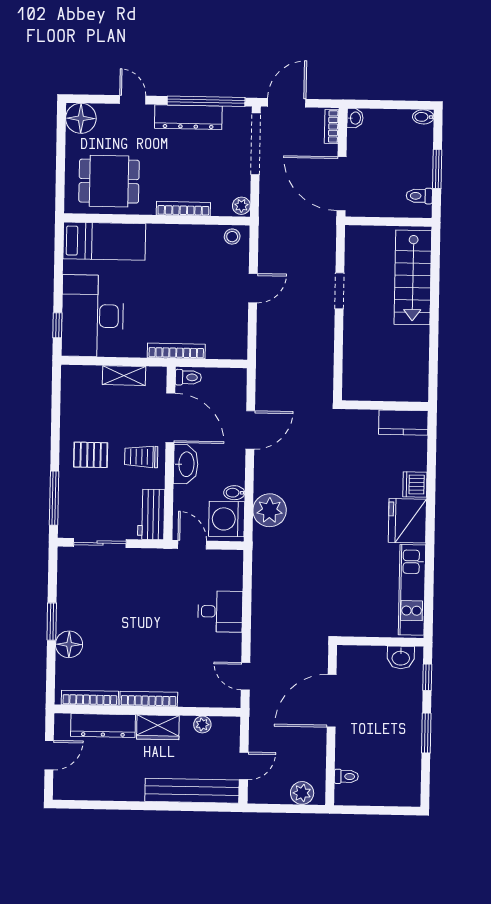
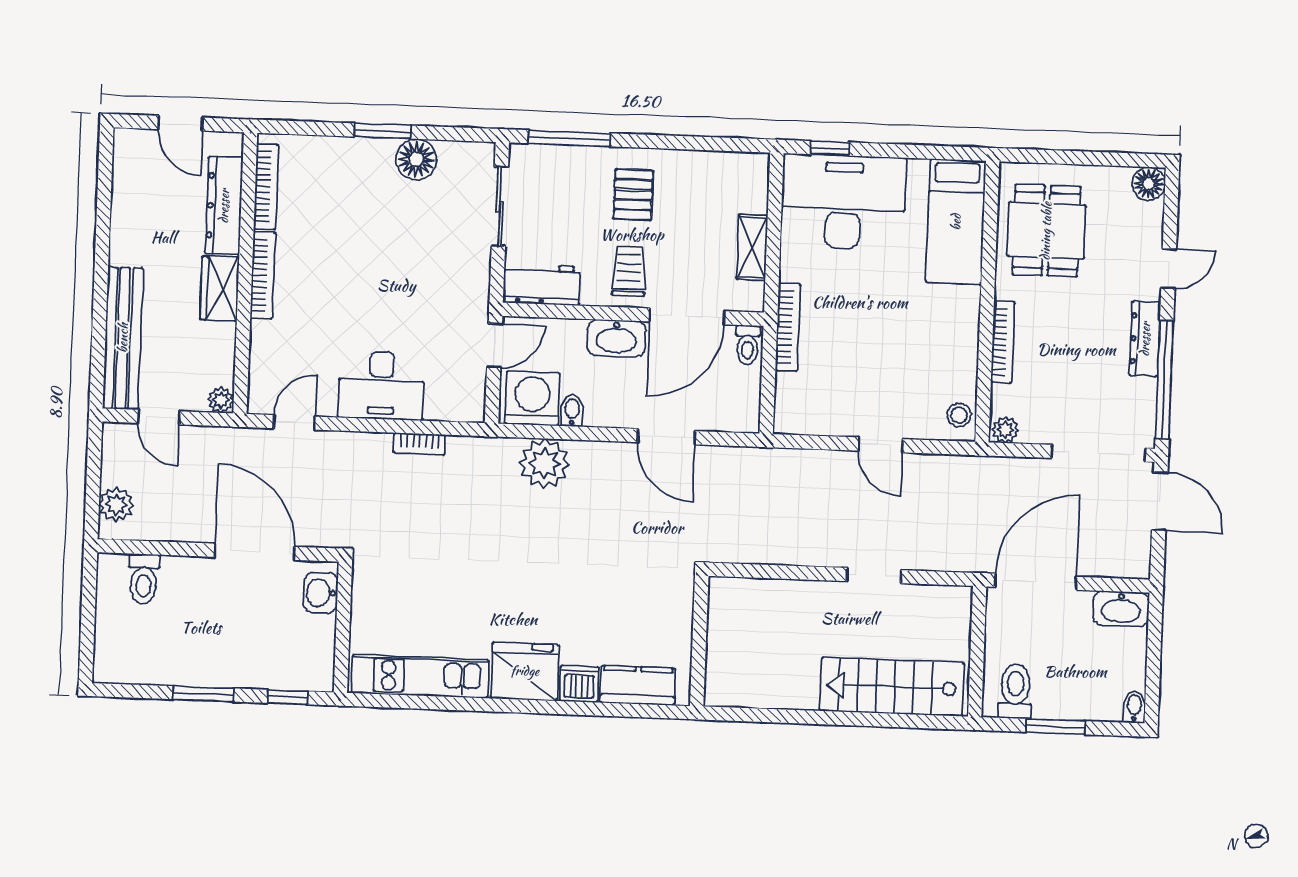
dresser: (188, 117) -> (1145, 339), width x0.73, depth x0.80
floor lamp: (81, 118) -> (1149, 184), width x0.73, depth x0.73
washbasin: (355, 118) -> (1121, 609), width x1.91, depth x1.45
bookcase: (332, 126) -> (419, 444), moved, turned 180
toilet: (419, 196) -> (1015, 691), width x1.37, depth x1.39
kitchen counter: (403, 423) -> (638, 685), moved, turned 90
desk: (220, 612) -> (381, 386), width x1.37
floor lamp: (69, 644) -> (416, 159), moved
washbasin: (401, 658) -> (321, 593), moved
plant: (202, 725) -> (221, 400), moved
toilet: (346, 776) -> (144, 579), width x1.37, depth x1.39

